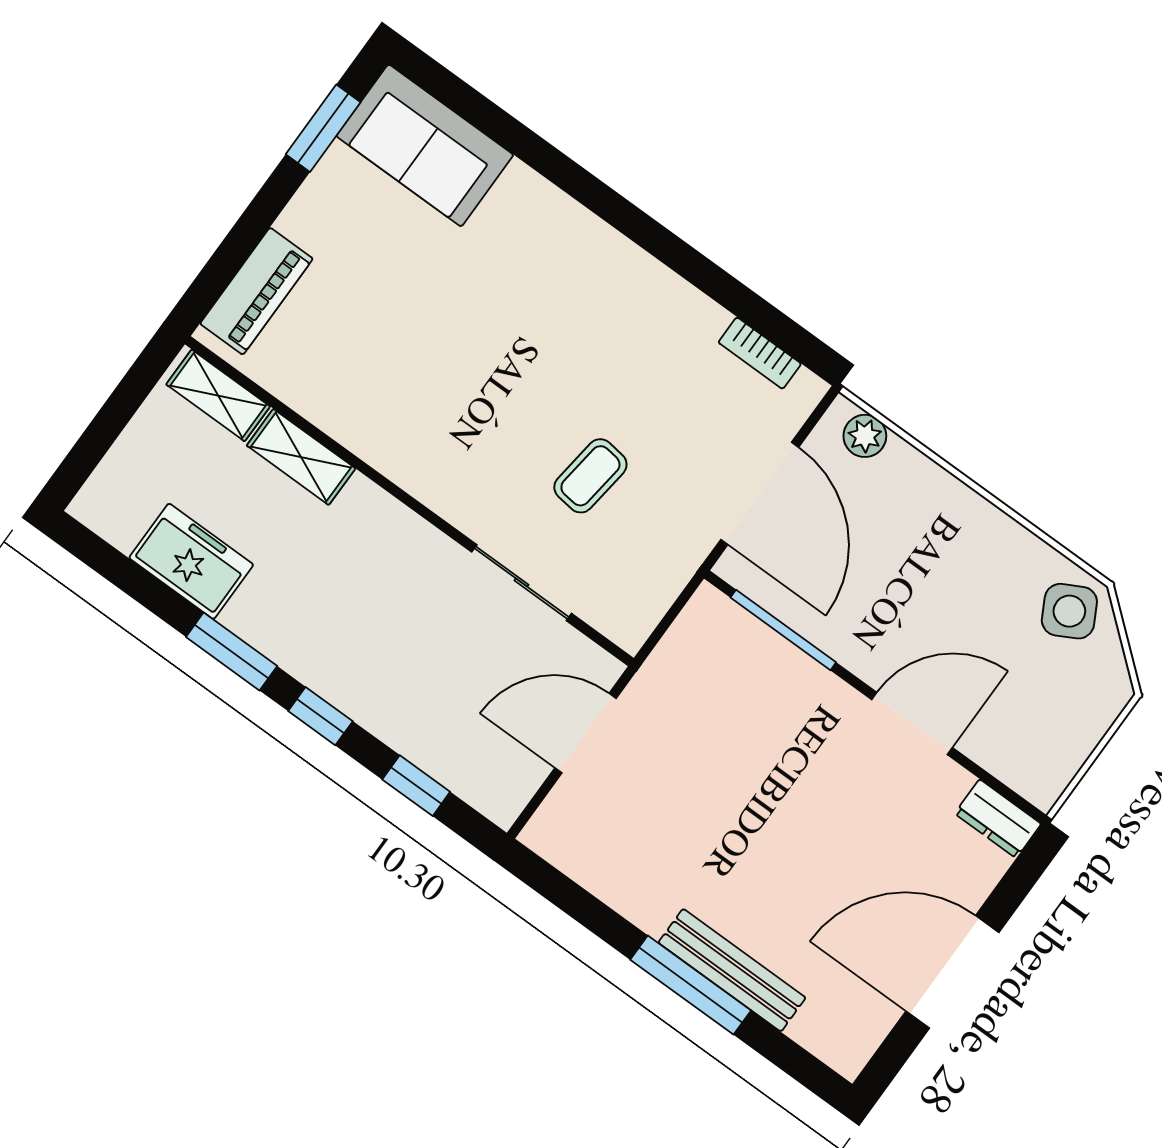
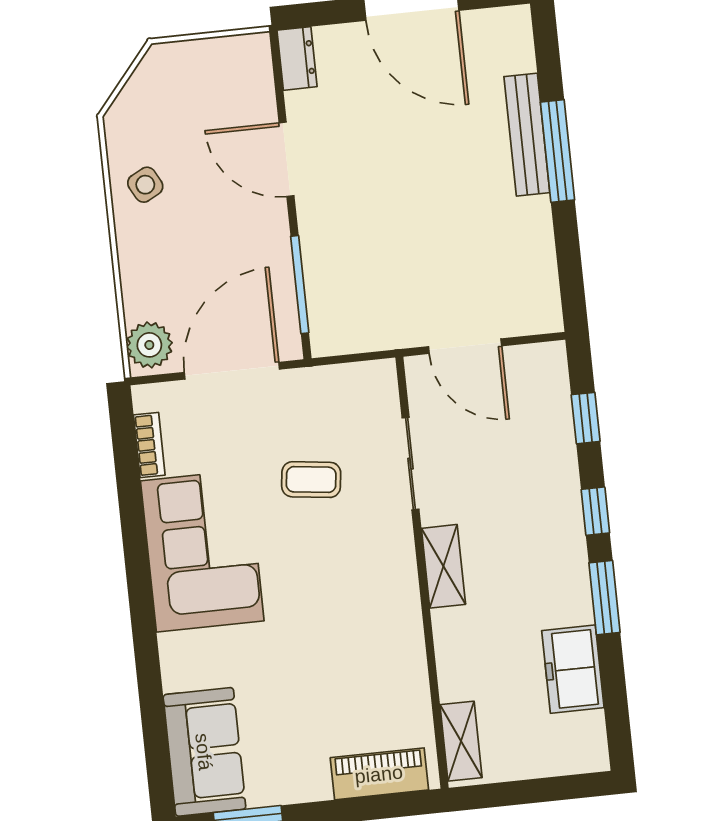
corner sofa: (616, 313) -> (202, 551), added
plant: (865, 436) -> (149, 345), width x1.38, depth x1.38
shelving: (301, 457) -> (443, 566), moved
side table: (1069, 611) -> (145, 185), moved, width x0.73, depth x0.73

